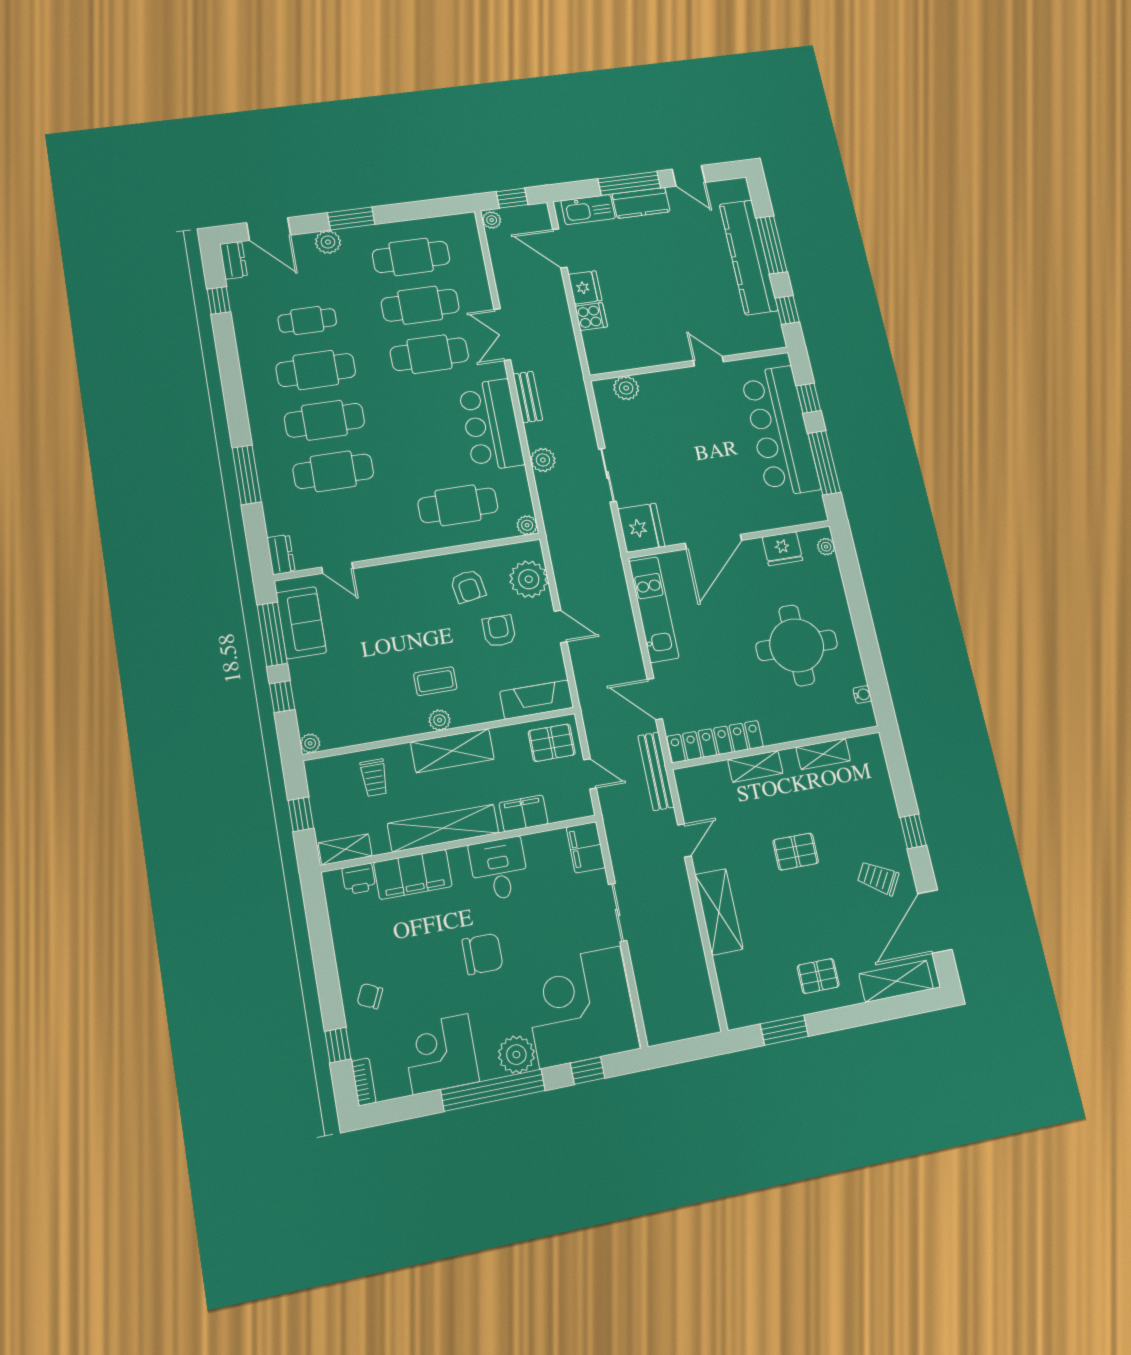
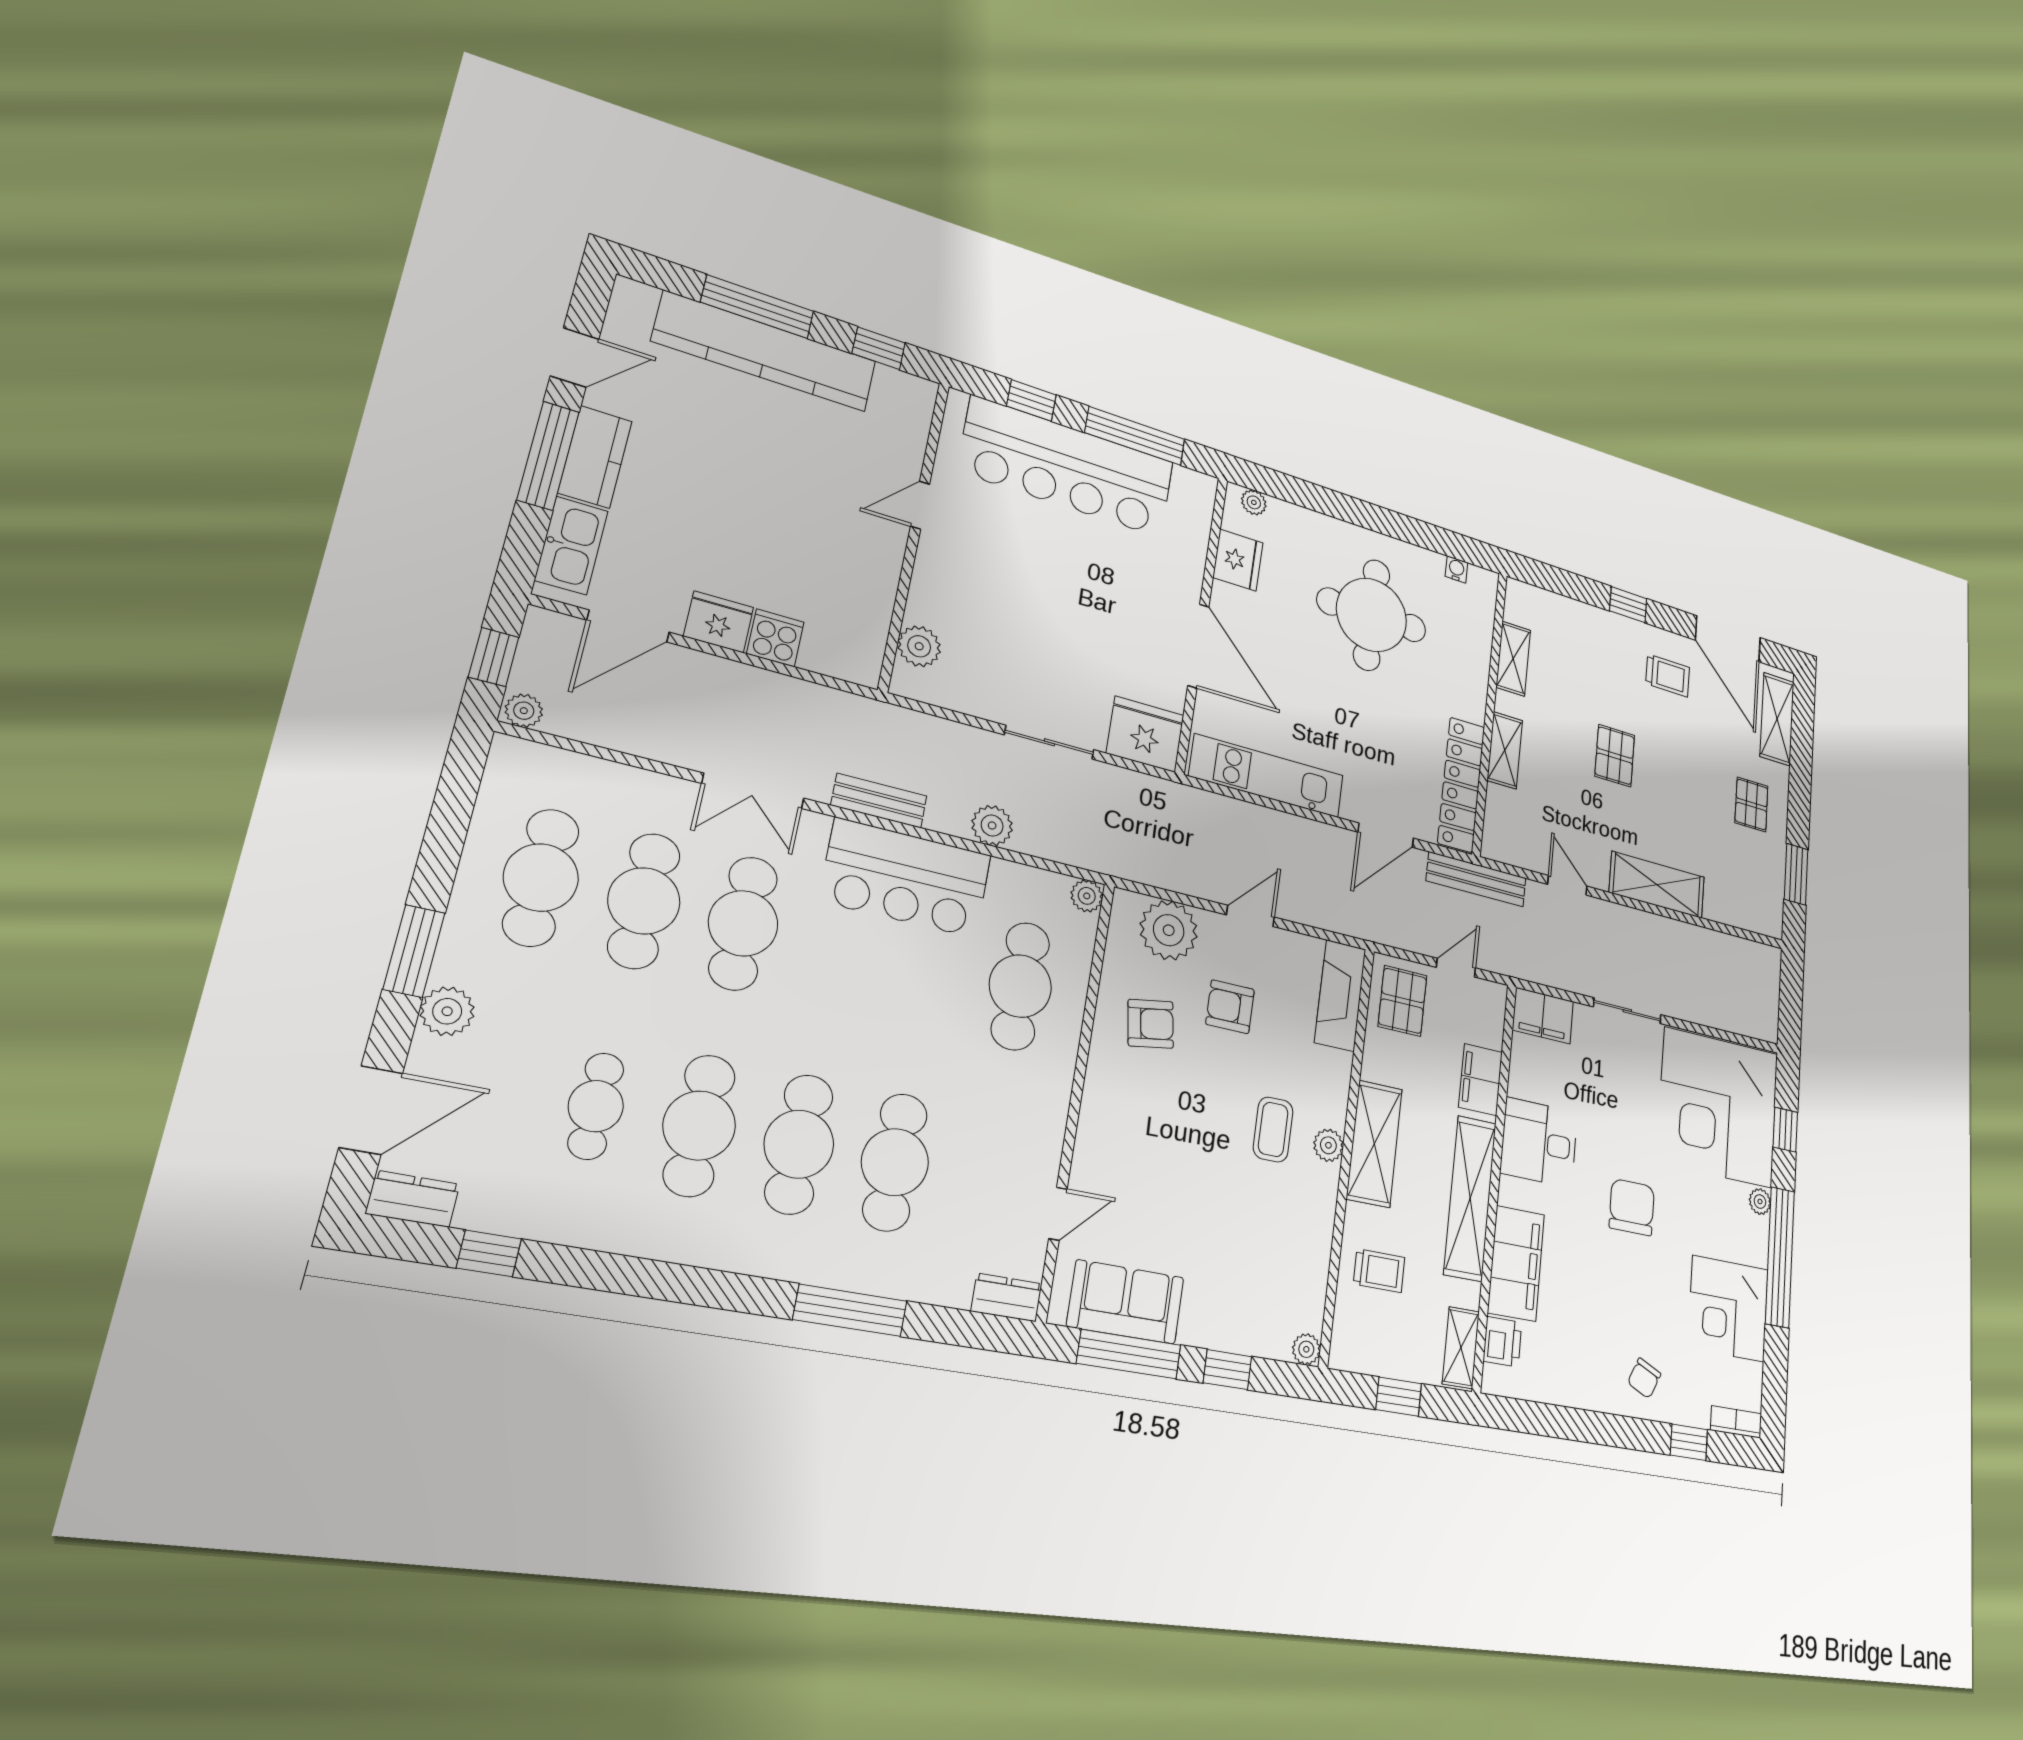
trolley: (878, 878) -> (1668, 676), turned -121
plant: (516, 1055) -> (1760, 1202), width x0.53, depth x0.53

